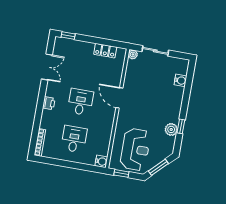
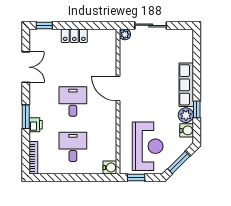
locker: (105, 51) -> (74, 36), moved
water cooler: (180, 80) -> (187, 130), moved
printer: (49, 103) -> (36, 125), moved
row of seats: (176, 105) -> (186, 85), added
window: (40, 108) -> (26, 117), added

